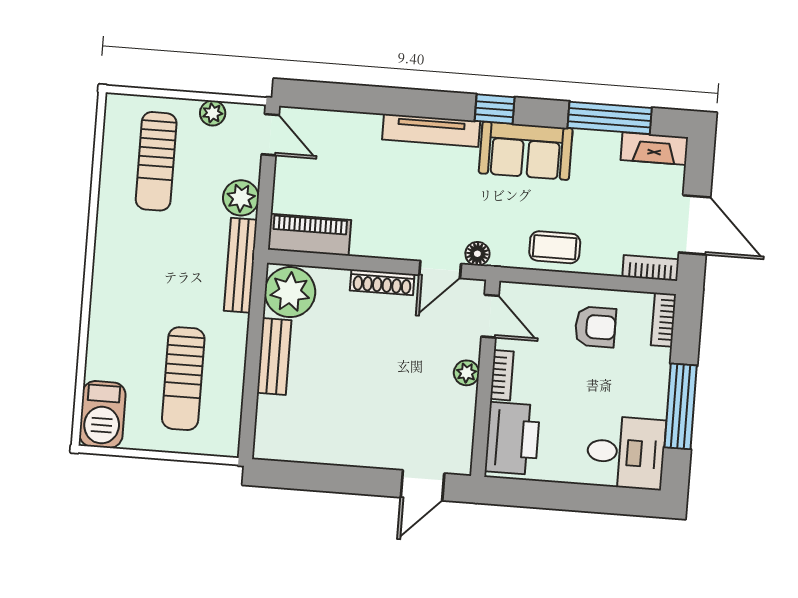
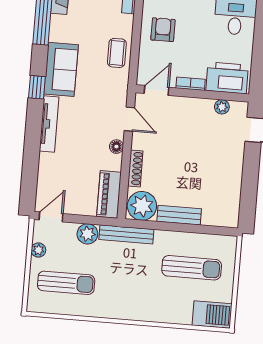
floor lamp: (477, 254) -> (116, 147), moved
shoe rack: (382, 282) -> (135, 168), moved
plant: (466, 373) -> (222, 107), moved

